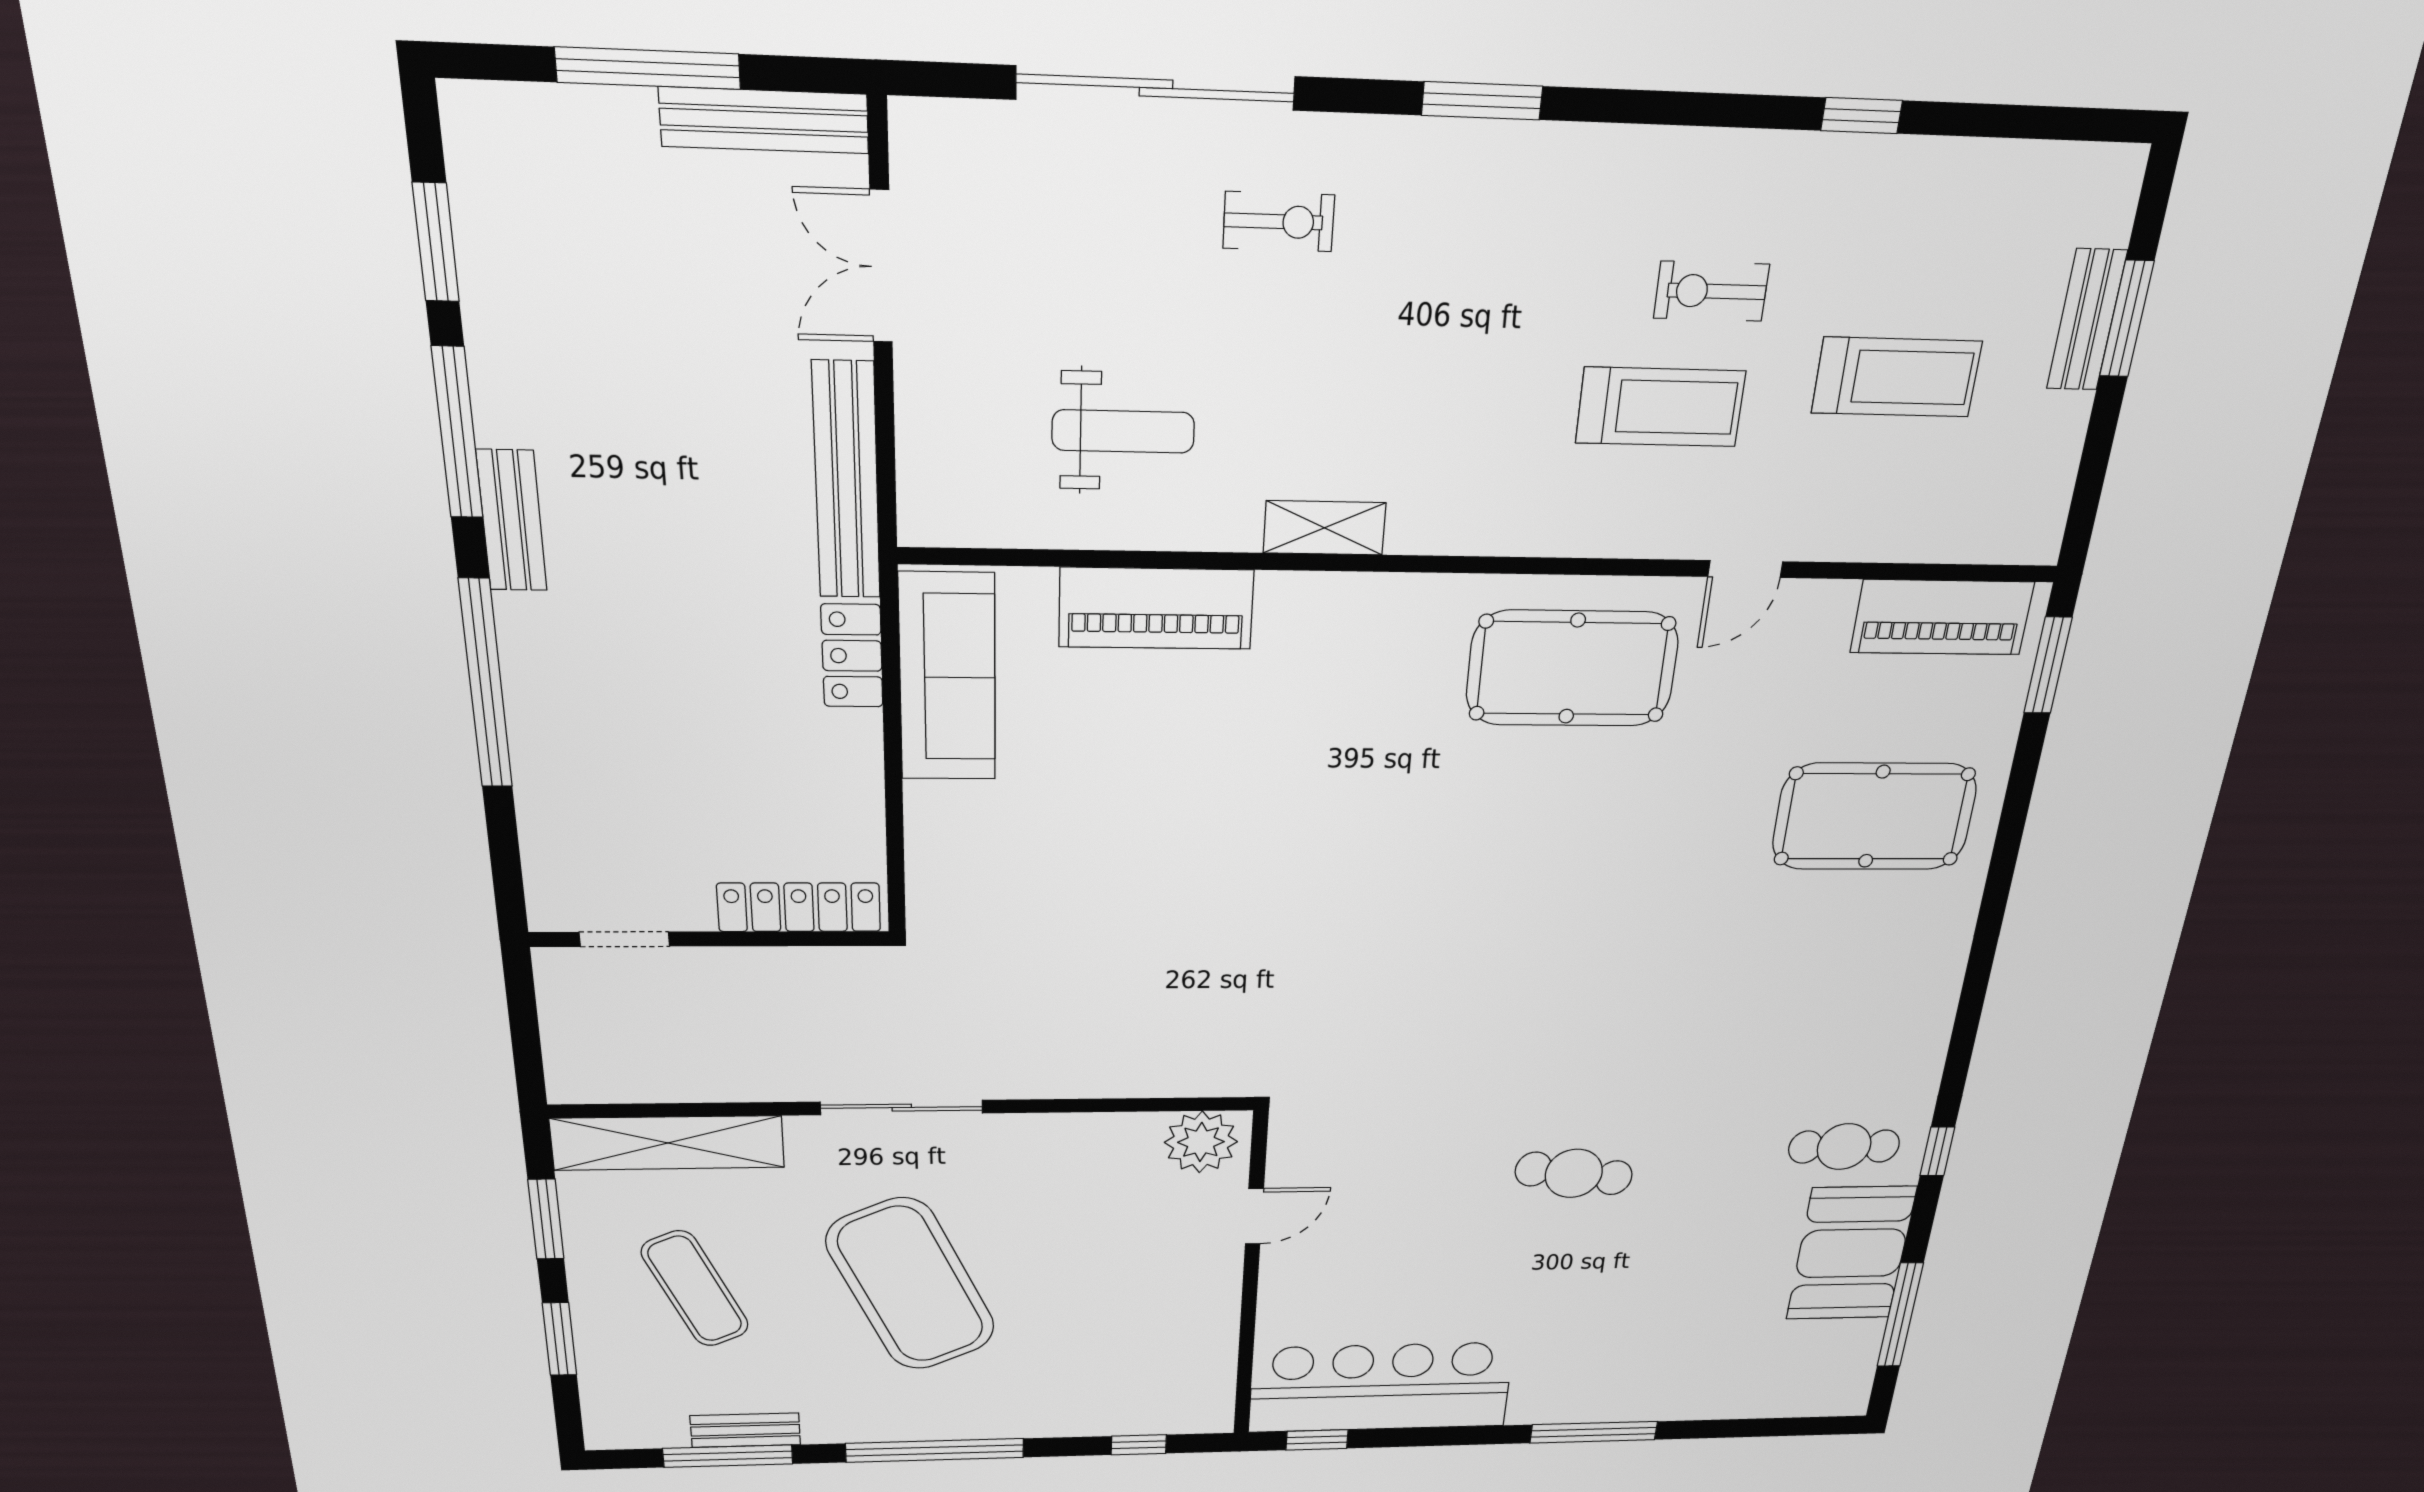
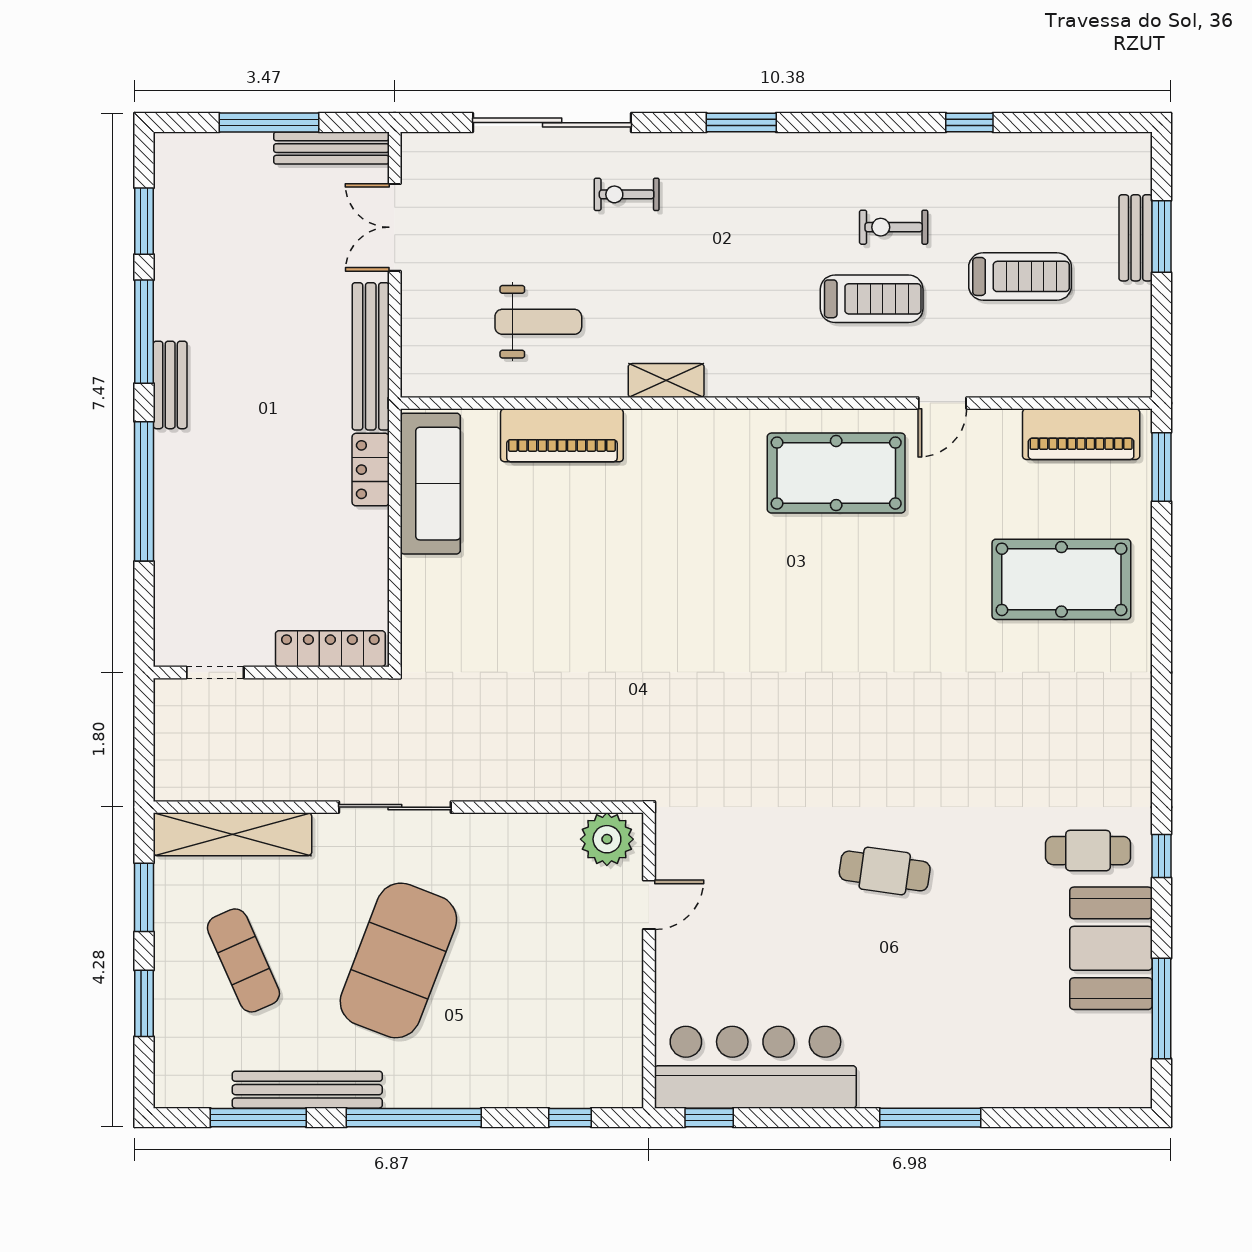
exercise bike: (1279, 222) -> (627, 194), turned 180
exercise mat: (911, 1285) -> (398, 960), turned 45
bench: (745, 1430) -> (307, 1090), width x1.86, depth x1.21

